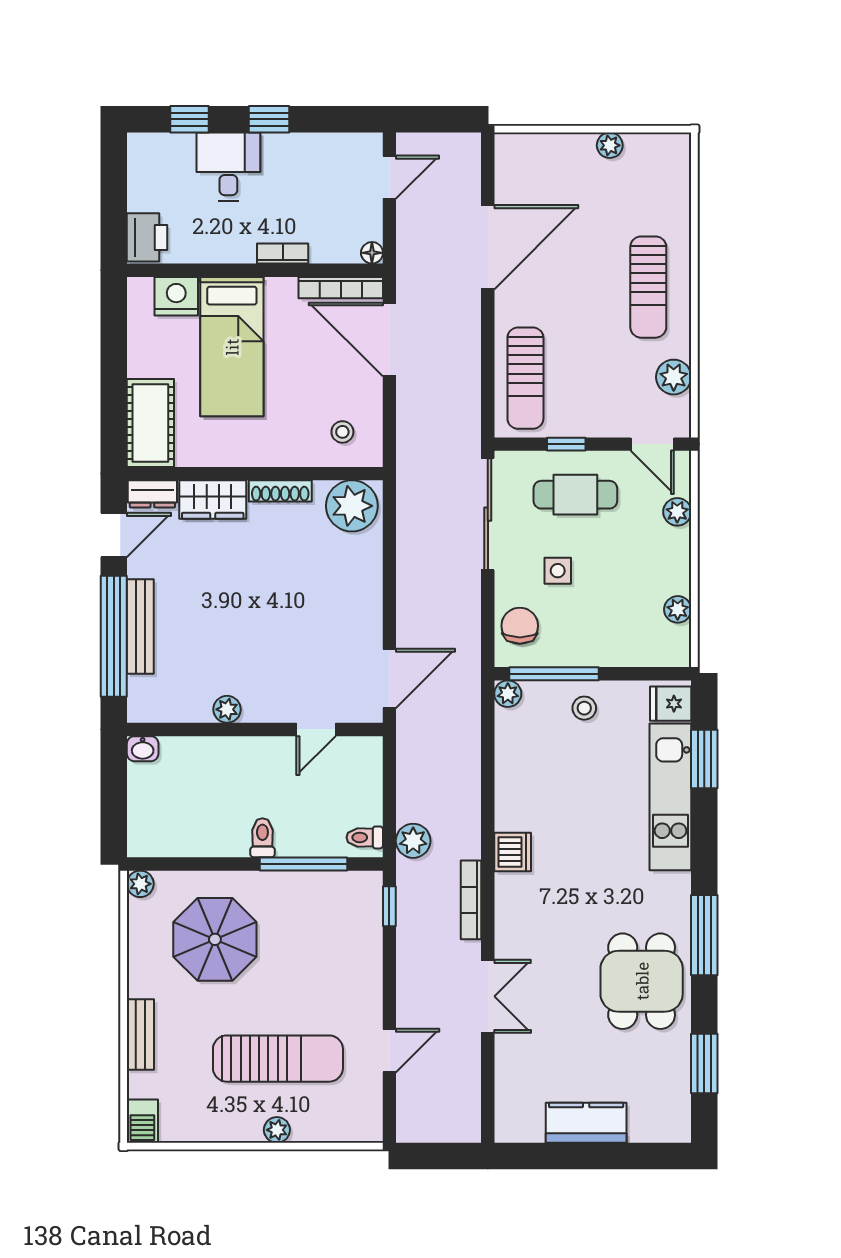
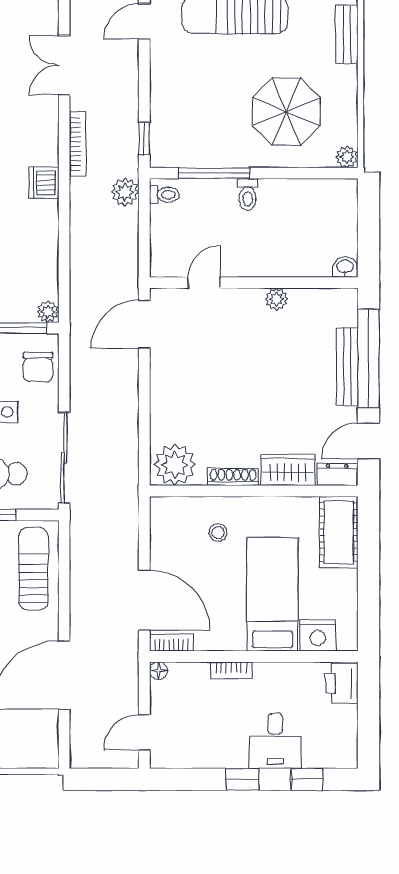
bookcase: (341, 288) -> (171, 642), width x0.64
stool: (342, 432) -> (218, 533), moved

